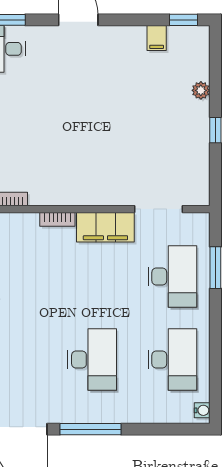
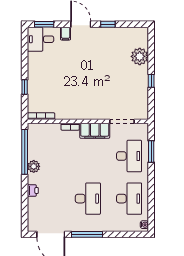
window: (183, 20) -> (108, 24), moved
filing cabinet: (157, 38) -> (66, 34), moved
plant: (201, 90) -> (140, 56), width x1.87, depth x1.87

